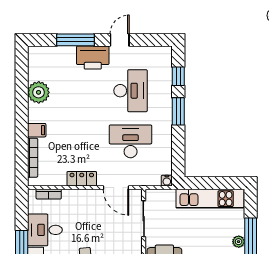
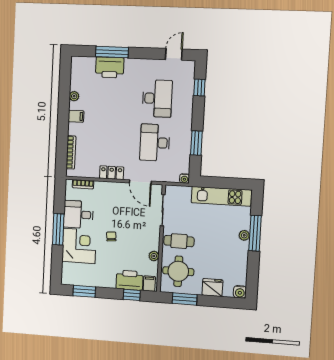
door: (120, 40) -> (174, 54), moved
printer: (93, 58) -> (110, 67), moved
plant: (39, 92) -> (74, 96), width x0.53, depth x0.53
window: (178, 111) -> (196, 143), moved
filing cabinet: (37, 130) -> (76, 116), moved
desk: (131, 141) -> (155, 143), turned -90

